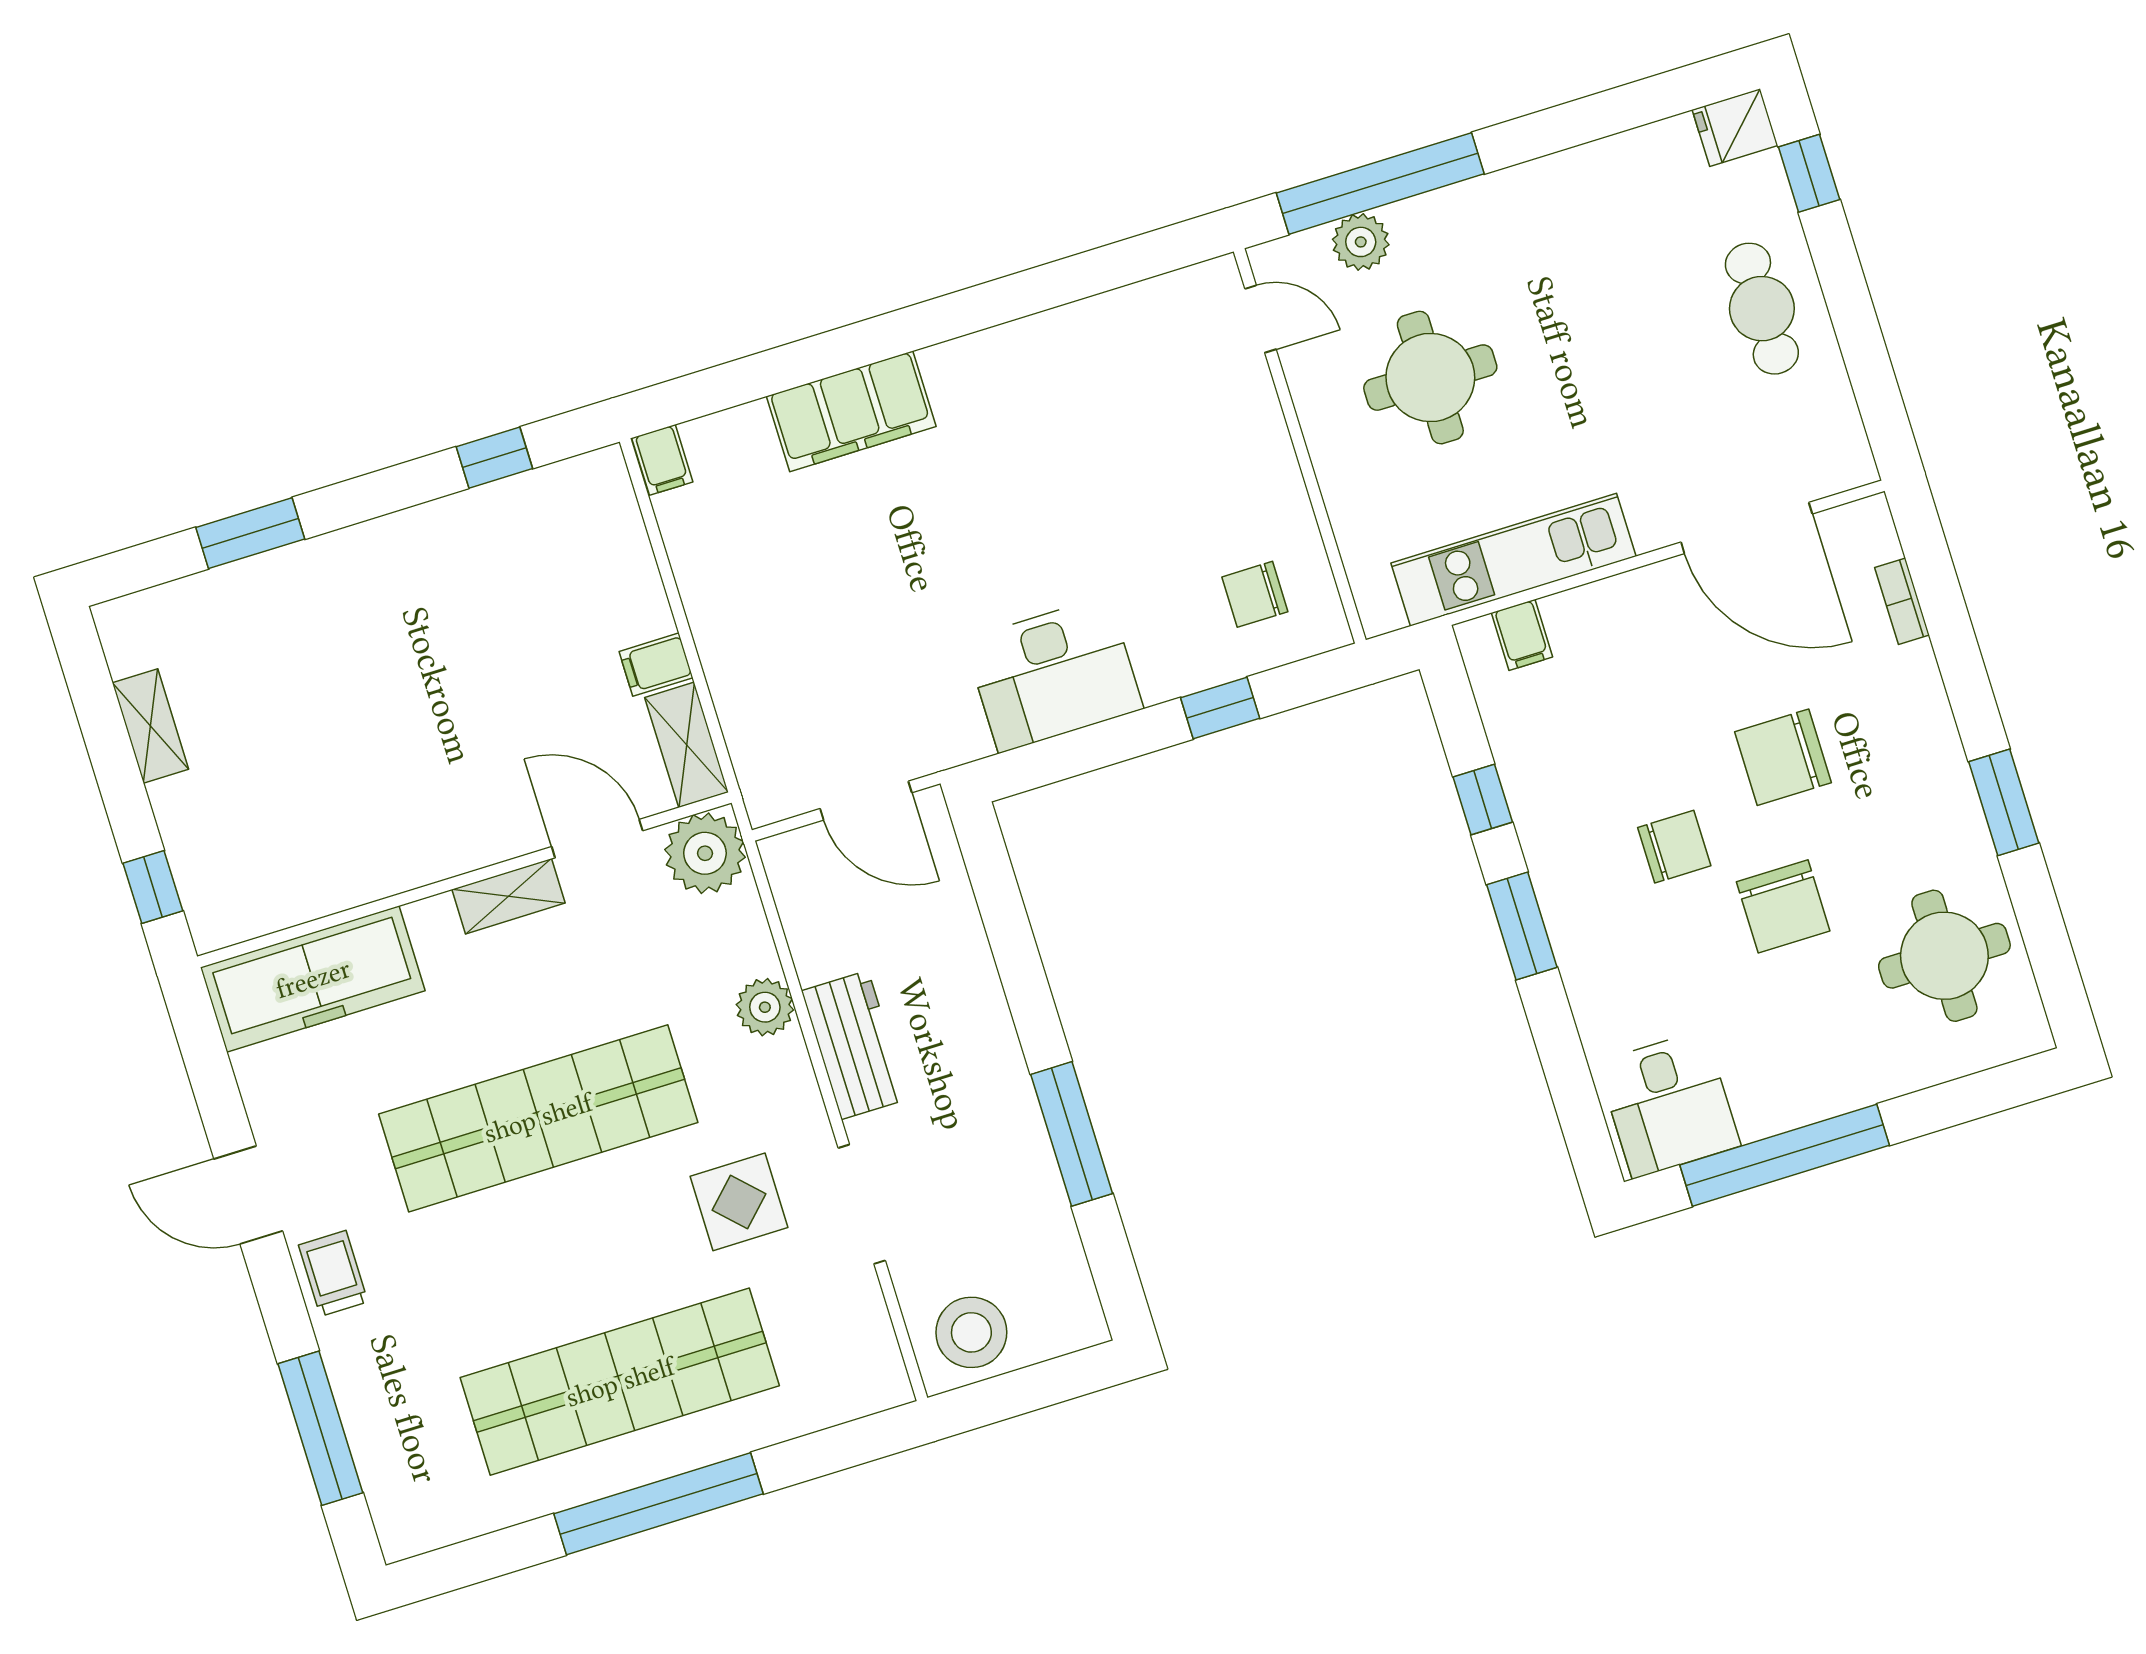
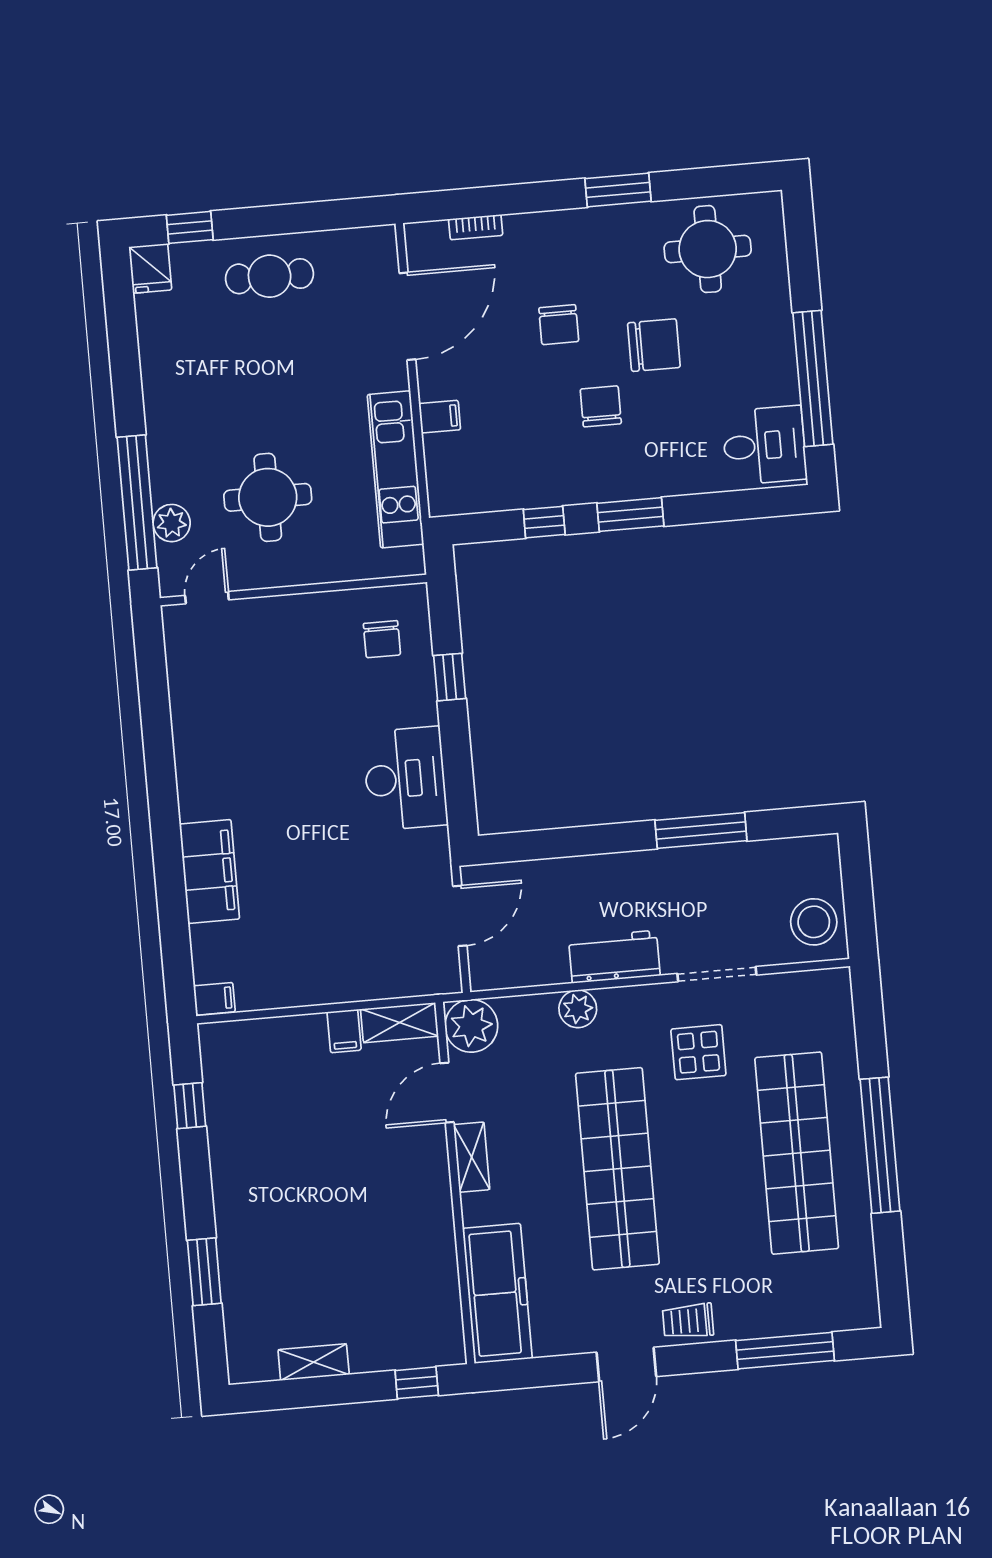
filing cabinet: (1522, 635) -> (440, 417), moved
chair: (1783, 757) -> (559, 325), width x0.73, depth x0.73

